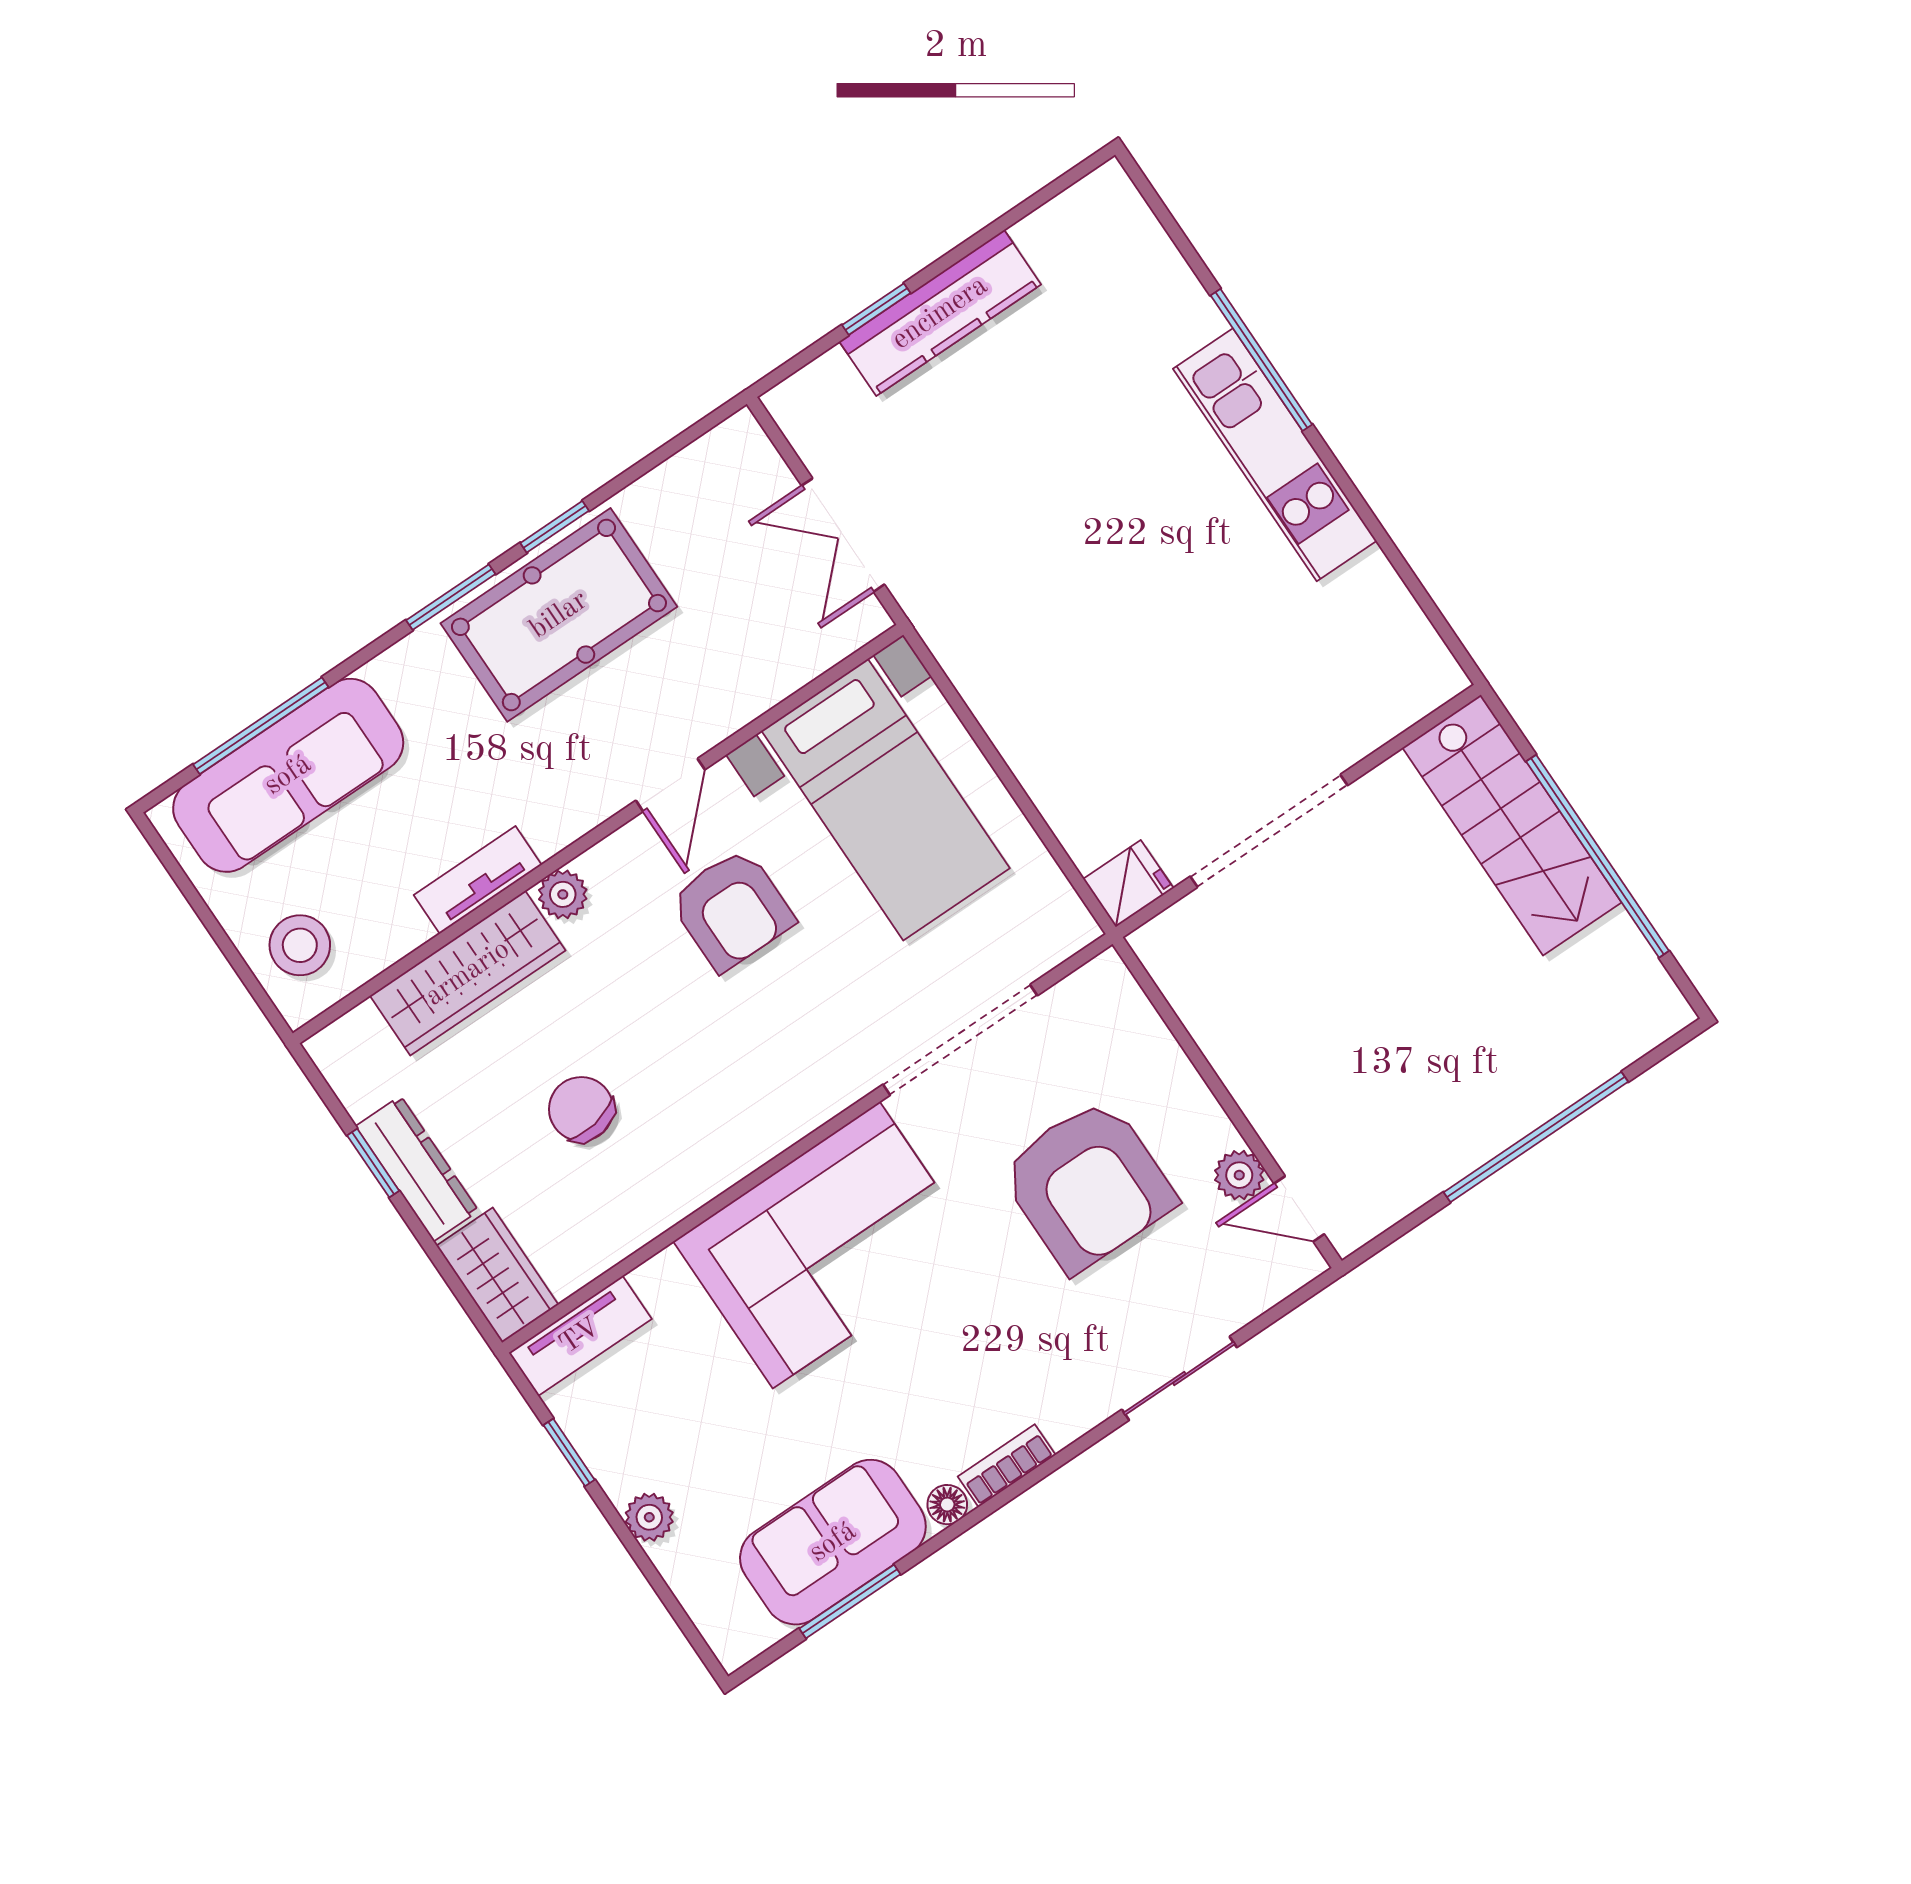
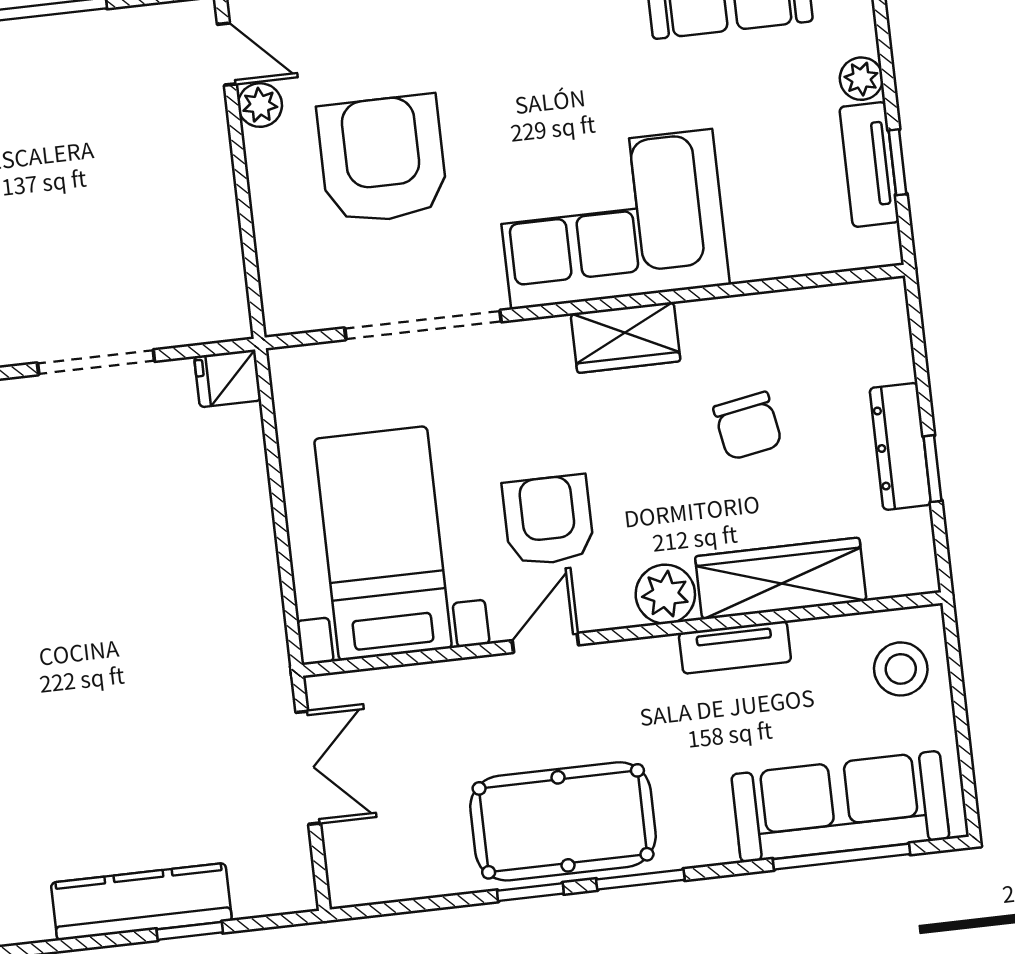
doorway: (1269, 831) -> (96, 362), width x0.73
plant: (563, 894) -> (665, 594), width x1.38, depth x1.38
wardrobe: (497, 1275) -> (626, 337), moved, turned -90
tv unit: (580, 1336) -> (869, 164), moved, turned -90

